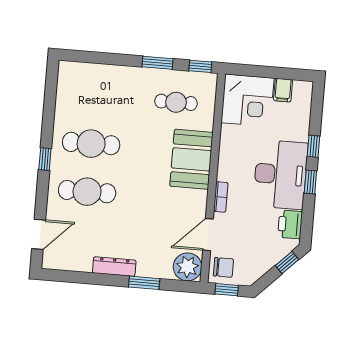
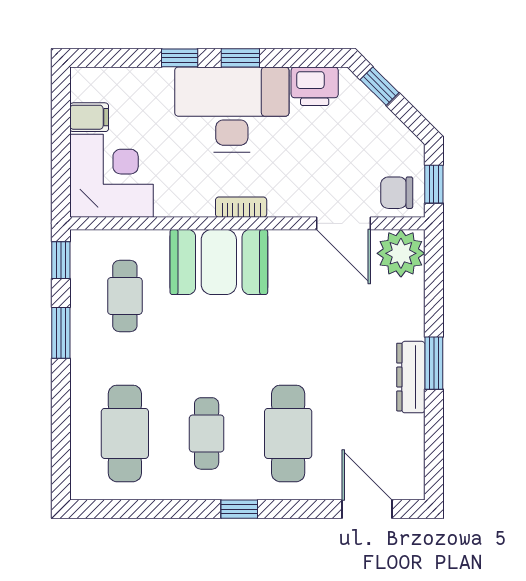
cafe table: (95, 96) -> (125, 433), added
cafe table: (91, 144) -> (207, 433), width x0.73, depth x0.74
bookcase: (221, 197) -> (241, 207), moved
chair: (223, 267) -> (397, 193), turned -90
window: (144, 283) -> (434, 363), moved

